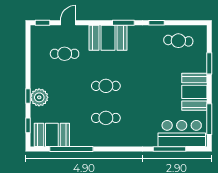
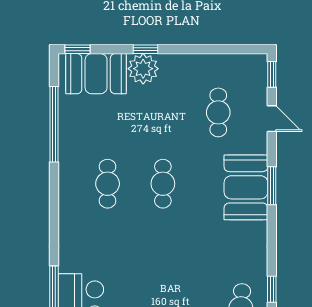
window: (123, 23) -> (272, 186), moved
window: (156, 23) -> (272, 289), moved
window: (28, 125) -> (77, 49), moved
booth: (52, 135) -> (96, 74), moved, turned 90

